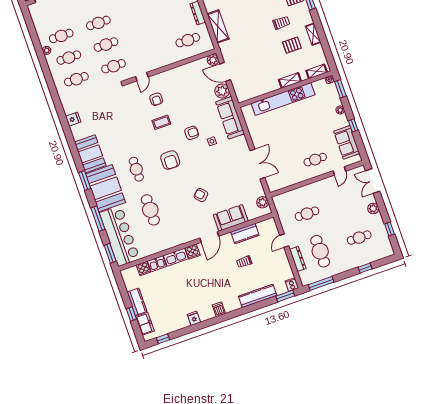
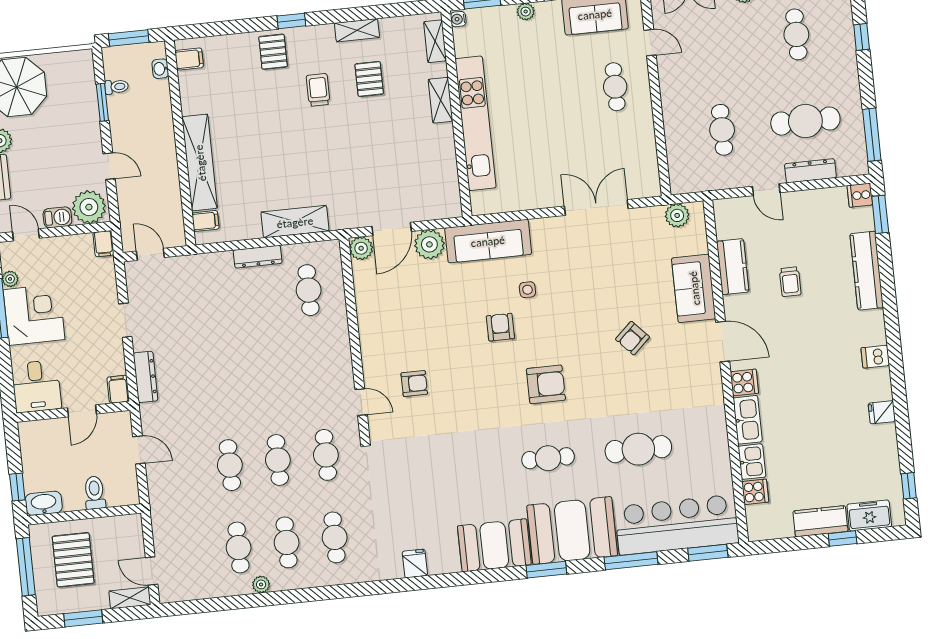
coffee table: (161, 122) -> (464, 384), removed

